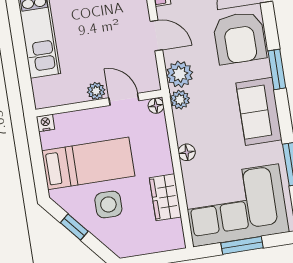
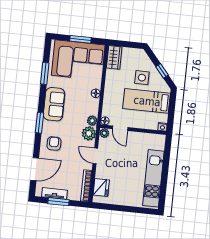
armchair: (240, 38) -> (54, 144), width x0.53, depth x0.53
plant: (96, 91) -> (104, 133), moved
wardrobe: (165, 197) -> (114, 57), moved

